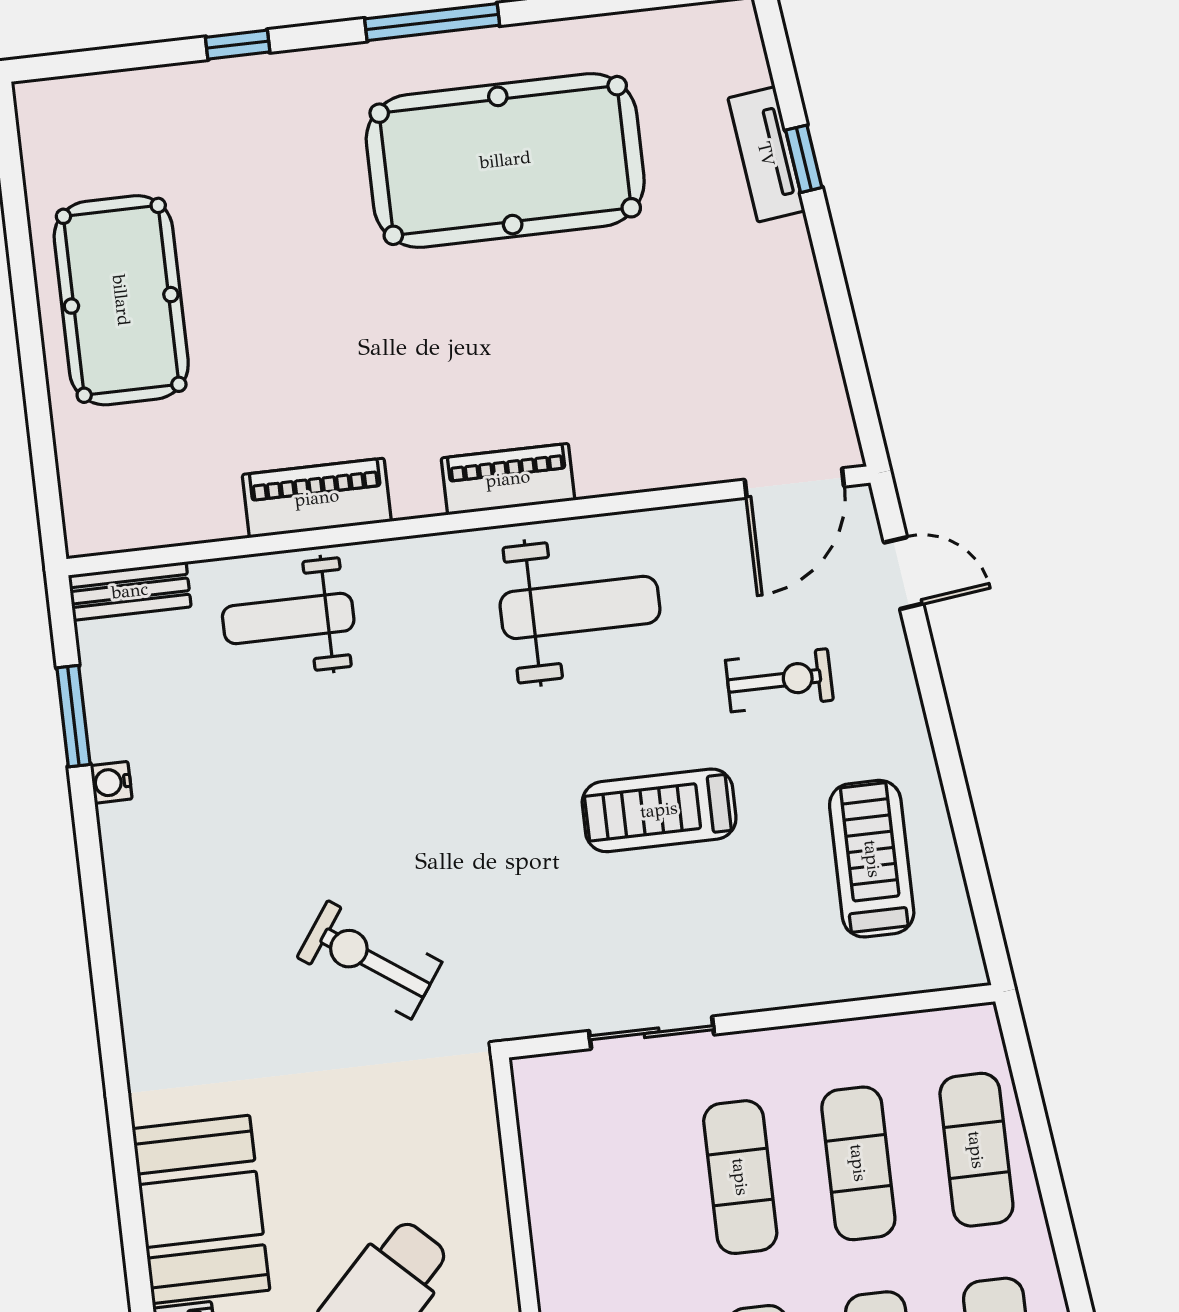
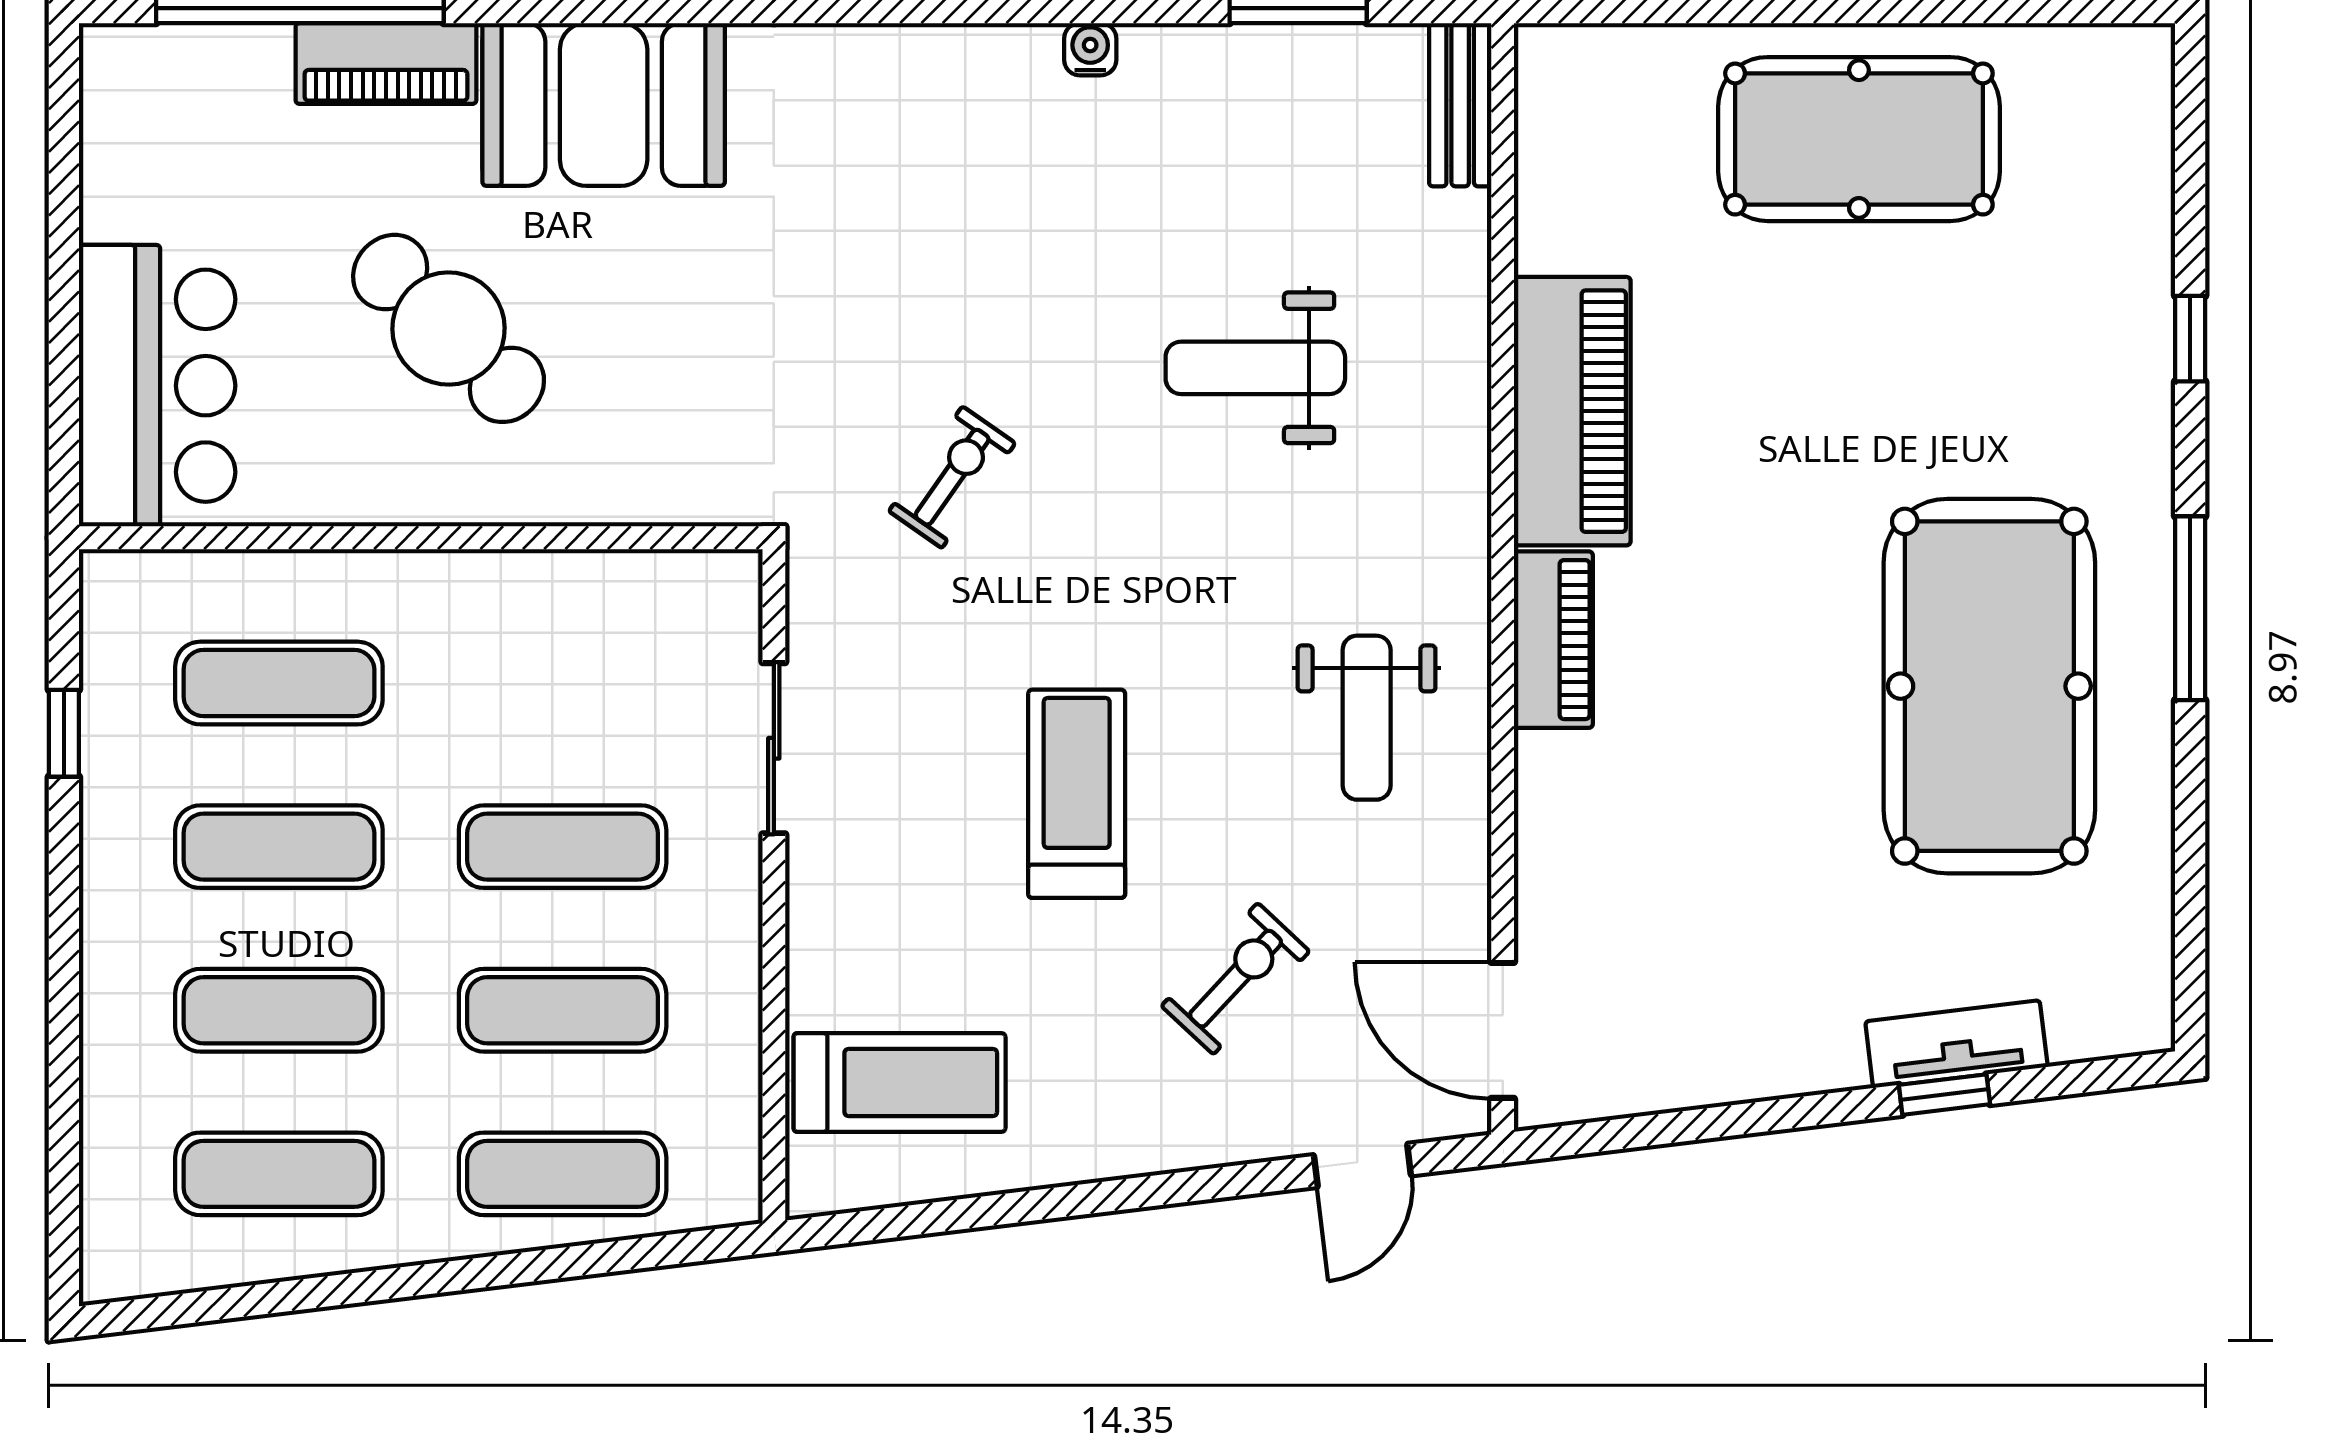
piano: (317, 498) -> (1572, 411), width x1.37, depth x1.33
weight bench: (580, 607) -> (1367, 718), width x0.73, depth x0.75
weight bench: (288, 618) -> (1255, 368), moved, turned -90
exercise bike: (779, 680) -> (1236, 979), turned -137
water cooler: (111, 782) -> (1090, 49), moved
treadmill: (872, 859) -> (900, 1082), moved
exercise bike: (369, 960) -> (952, 477), moved, width x0.73, depth x0.72

